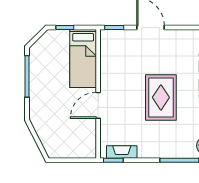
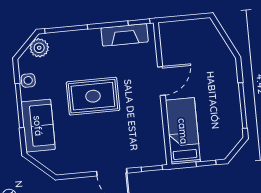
rug: (161, 97) -> (93, 96), turned 90
fireplace: (122, 152) -> (125, 35), width x1.37, depth x1.32

